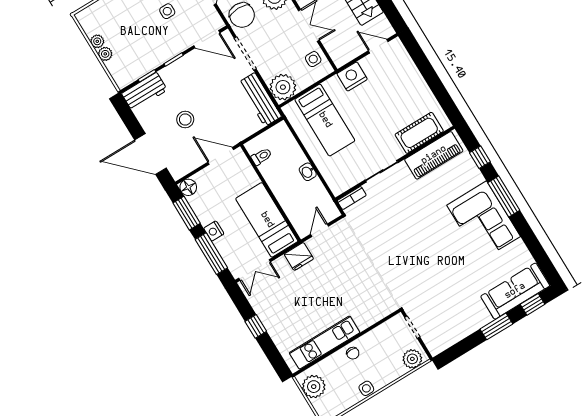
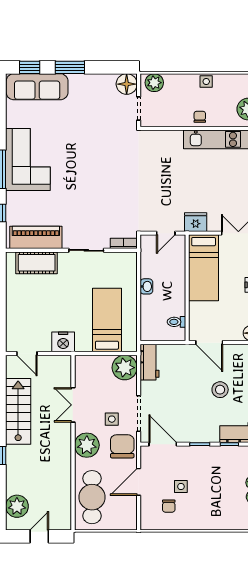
side table: (313, 59) -> (112, 419), moved
workbench: (260, 100) -> (150, 362), width x0.73
floor lamp: (436, 343) -> (127, 84), added

